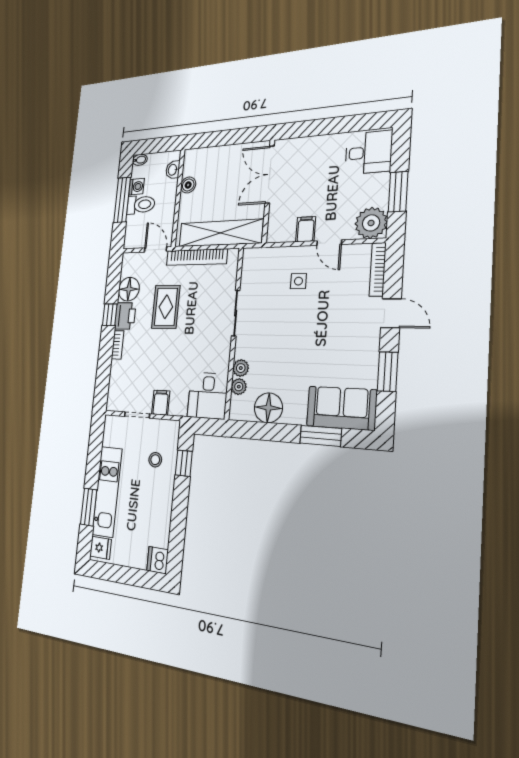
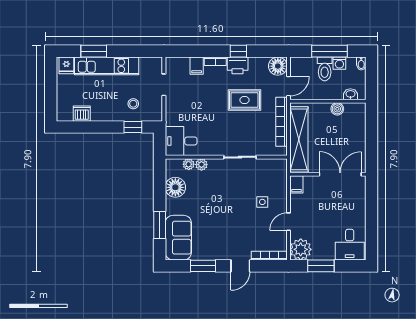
filing cabinet: (306, 229) -> (296, 184), moved, turned 90
floor lamp: (129, 289) -> (278, 66), moved
filing cabinet: (161, 403) -> (197, 66), moved, turned 90
dishwasher: (158, 560) -> (82, 114), moved

